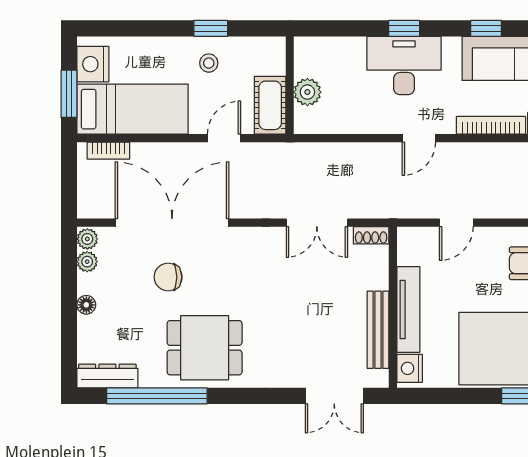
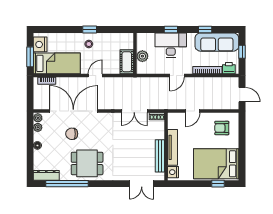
wall: (290, 85) -> (135, 53), moved
plant: (307, 92) -> (142, 56), moved
cot: (270, 105) -> (127, 62), moved

